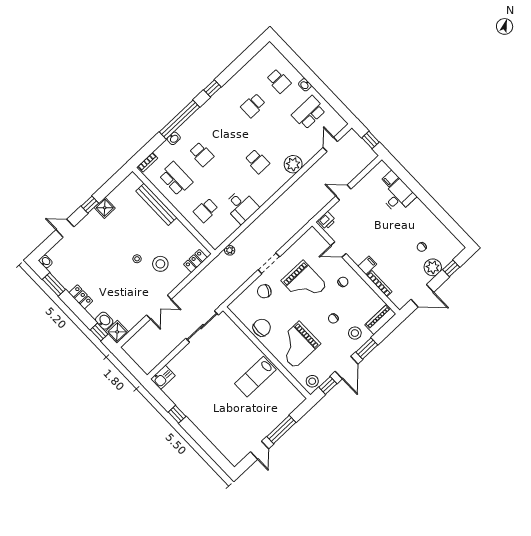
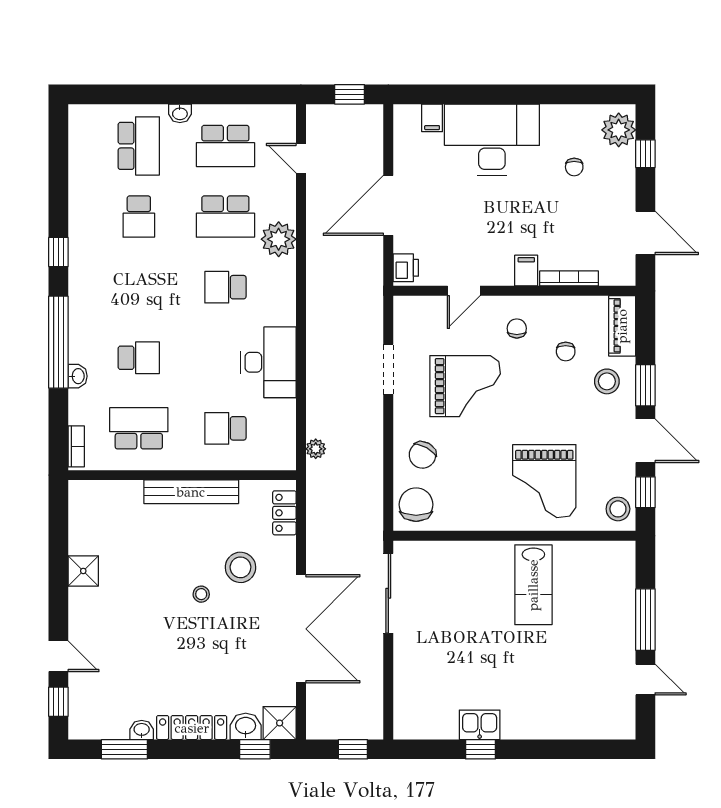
school desk: (279, 81) -> (139, 146), width x1.85
school desk: (309, 113) -> (225, 146), turned -90
school desk: (283, 137) -> (225, 217), added
school desk: (257, 161) -> (225, 287), turned 180
door: (343, 192) -> (388, 205), width x1.87
desk: (399, 197) -> (492, 140), width x1.87, depth x1.30
bench: (156, 204) -> (191, 492), moved
window: (90, 205) -> (58, 702), moved
desk: (241, 206) -> (268, 362), width x1.37
school desk: (206, 210) -> (225, 428), turned 90
door: (65, 228) -> (58, 656), swing flipped
washbasin: (46, 262) -> (142, 730), moved
doorway: (269, 263) -> (388, 369), moved
plant: (433, 267) -> (619, 130), moved
door: (422, 296) -> (645, 233), hinge flipped
locker: (81, 297) -> (192, 728), width x1.53
double door: (159, 307) -> (301, 629), width x1.87
chair: (333, 319) -> (566, 352), moved
chair: (262, 328) -> (416, 505), moved
window: (133, 368) -> (353, 749), added
kitchen sink: (163, 377) -> (480, 725), moved, turned -90

